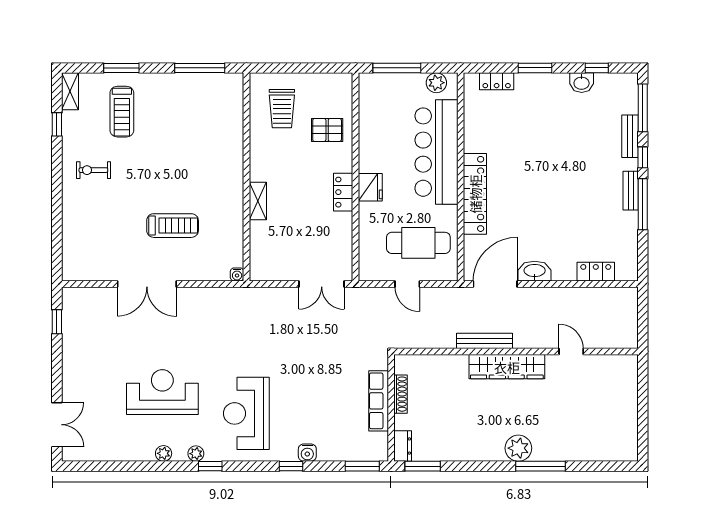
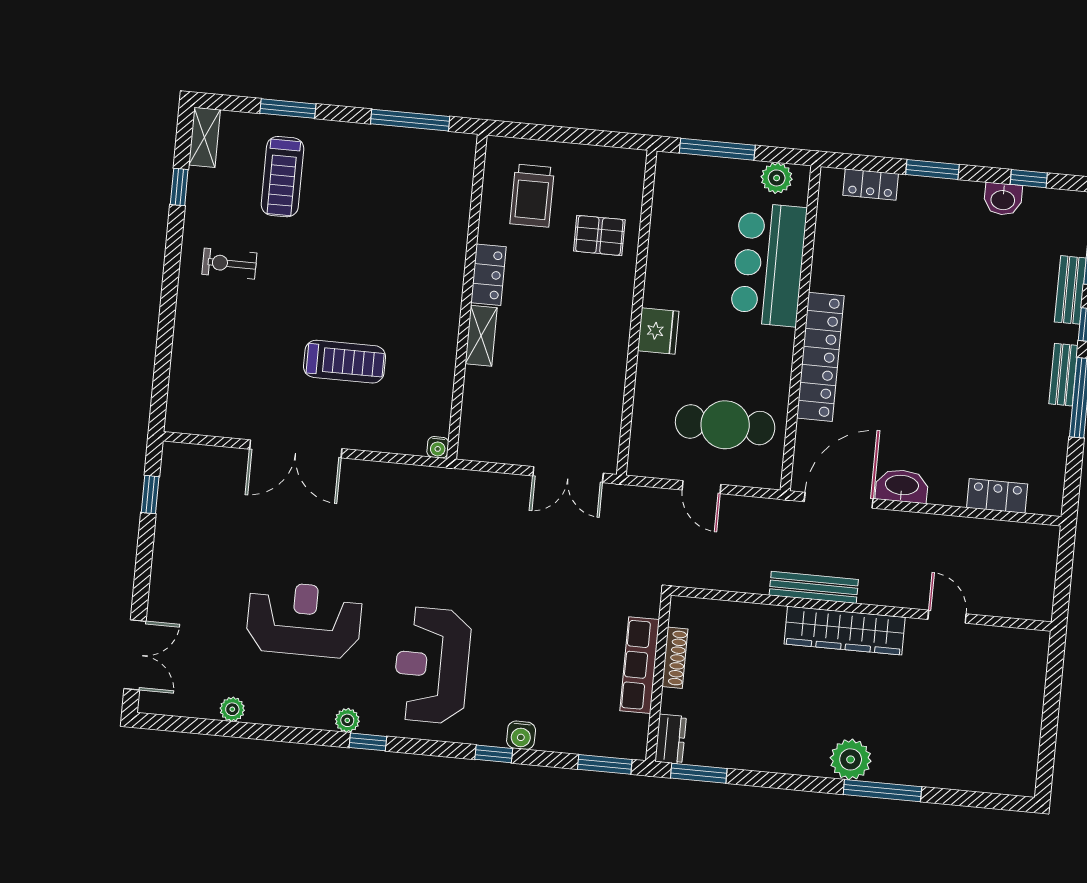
bar counter: (436, 152) -> (769, 264), width x0.73
locker: (343, 192) -> (489, 275), moved, turned 180
plant: (164, 453) -> (232, 709), moved

